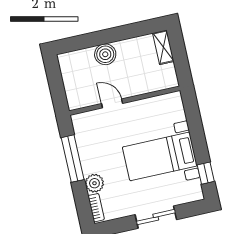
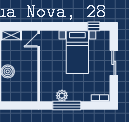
door: (112, 103) -> (39, 40), moved
plant: (94, 183) -> (62, 96), moved

